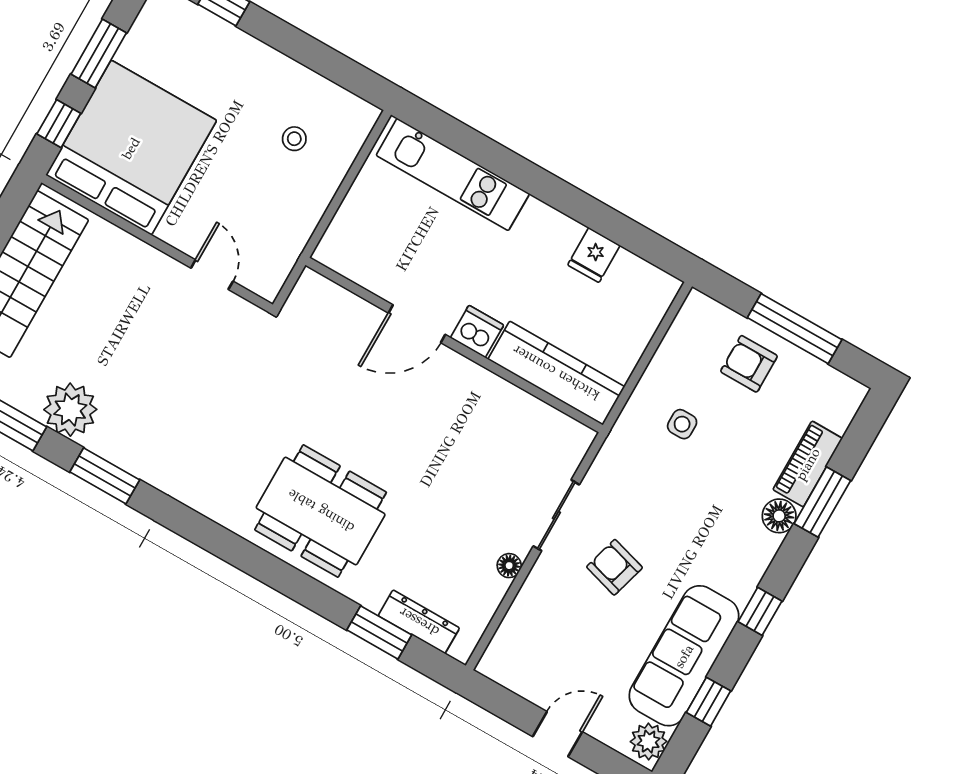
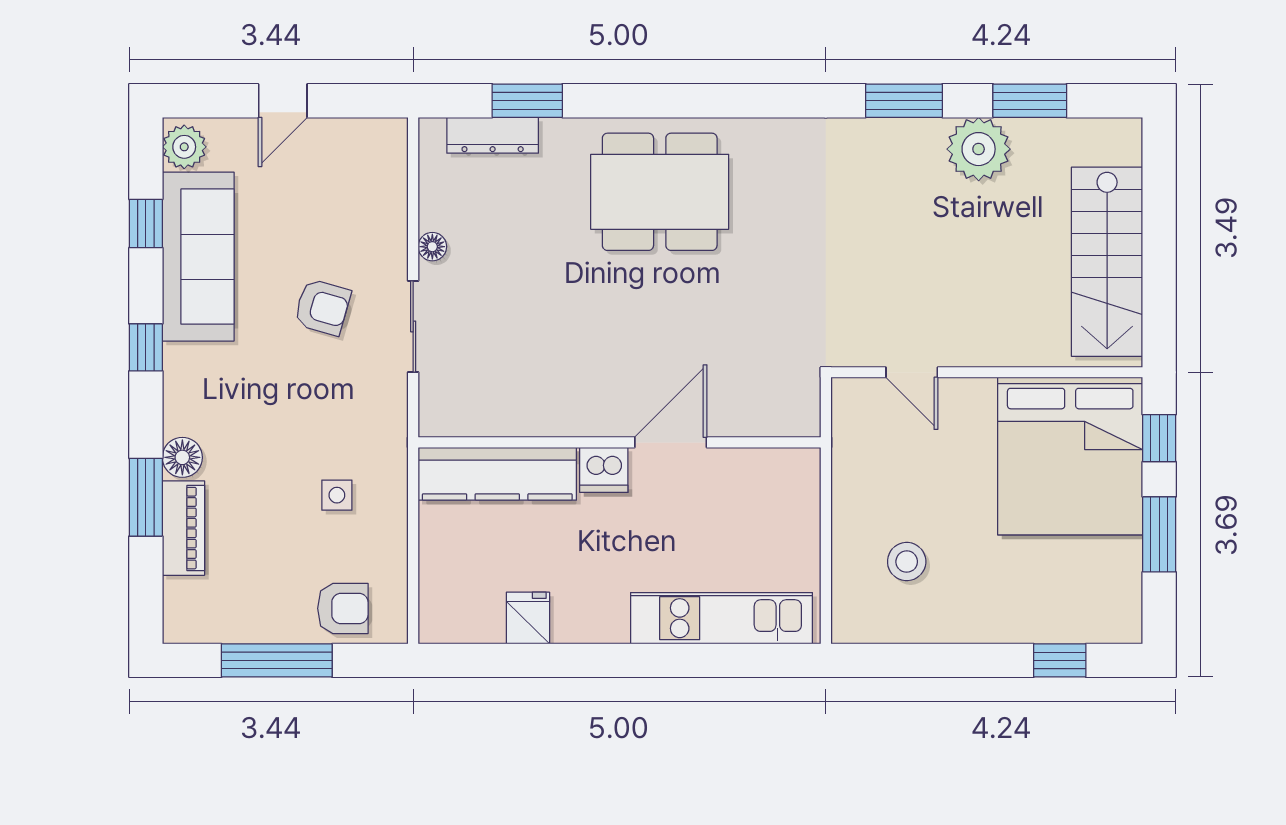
stool: (294, 139) -> (907, 562), width x1.37, depth x1.37
armchair: (749, 364) -> (343, 608), moved

